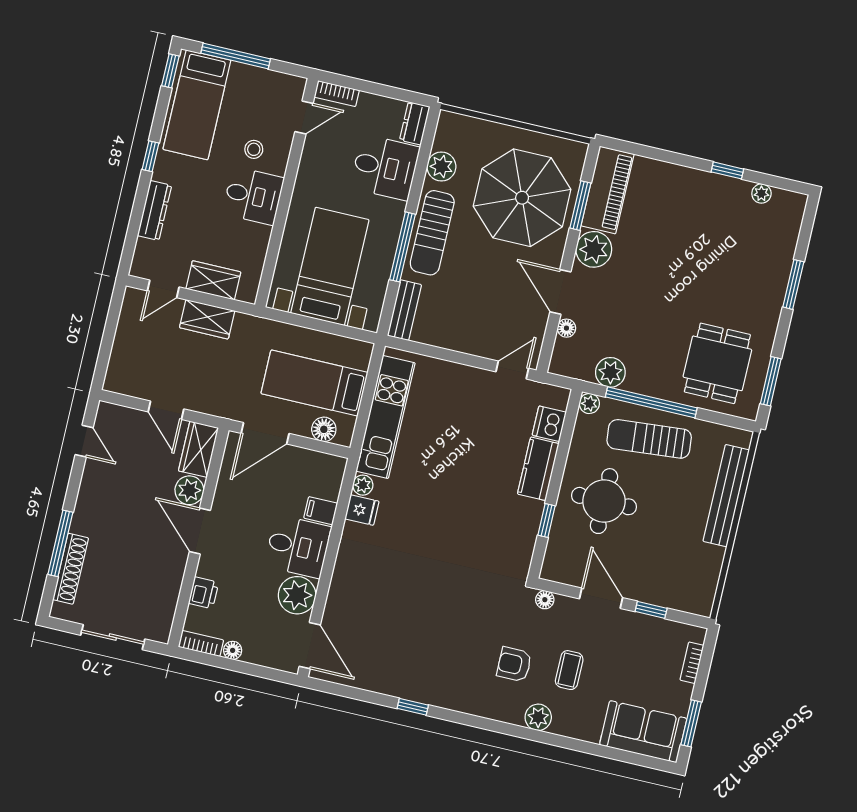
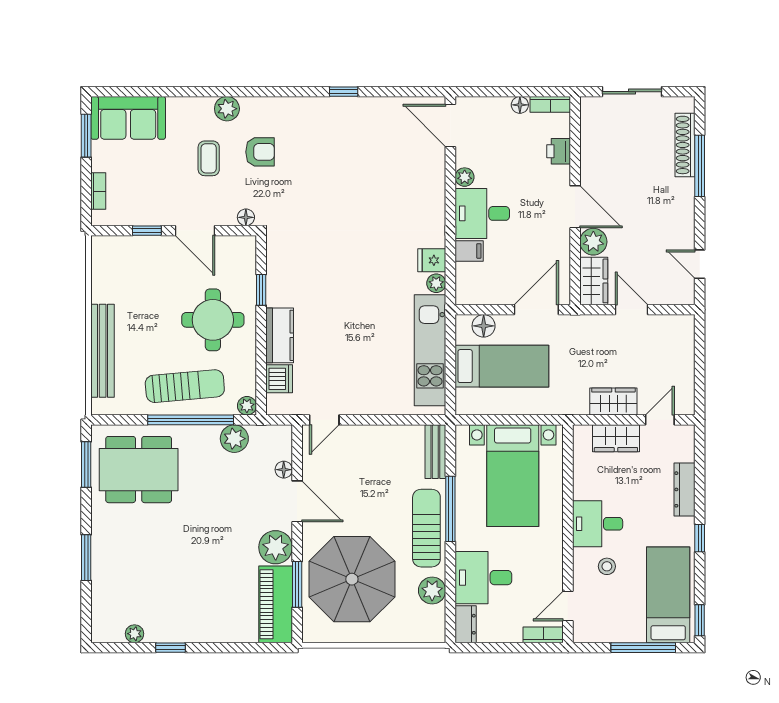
dining table: (717, 363) -> (139, 470), width x1.38
plant: (297, 595) -> (465, 177), width x0.53, depth x0.53

